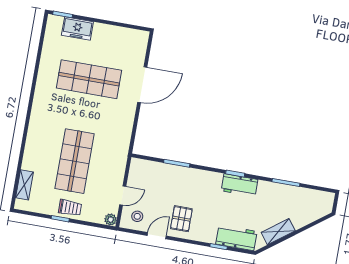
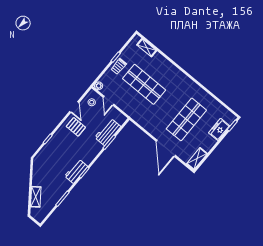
shelving: (133, 36) -> (197, 159), added
shelving: (278, 232) -> (36, 197), moved
workbench: (236, 238) -> (108, 132), moved, turned 180

